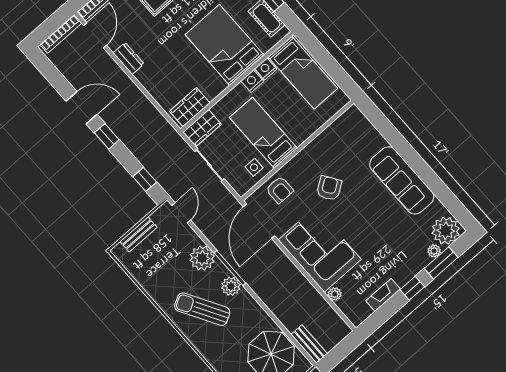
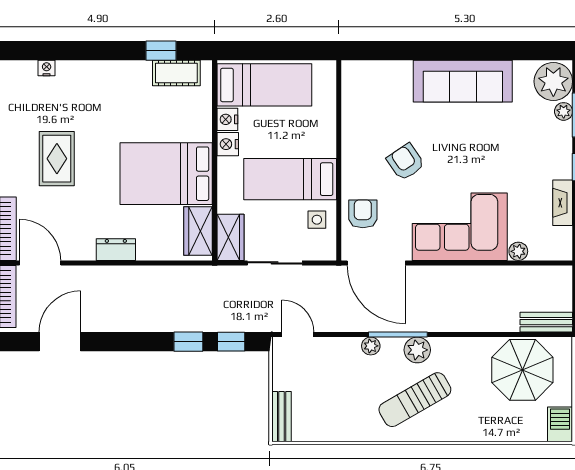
bed: (225, 45) -> (166, 174), moved
dresser: (129, 58) -> (116, 250), moved
door: (82, 108) -> (60, 342), moved
window: (107, 136) -> (188, 342), moved
armchair: (280, 190) -> (363, 214), turned -90
bench: (138, 234) -> (282, 417), moved
plant: (202, 258) -> (371, 346), width x0.53, depth x0.53

